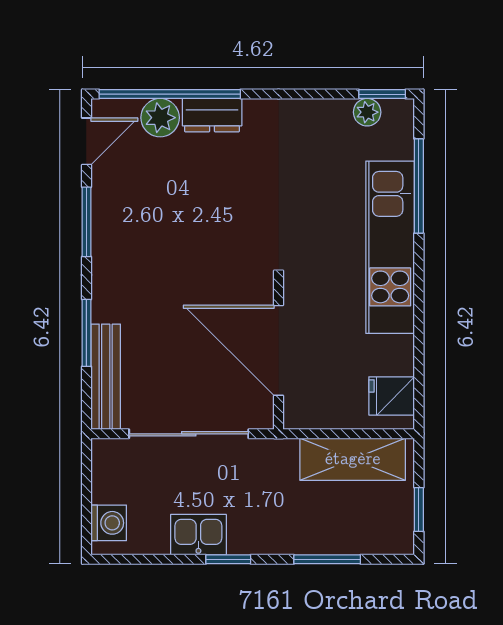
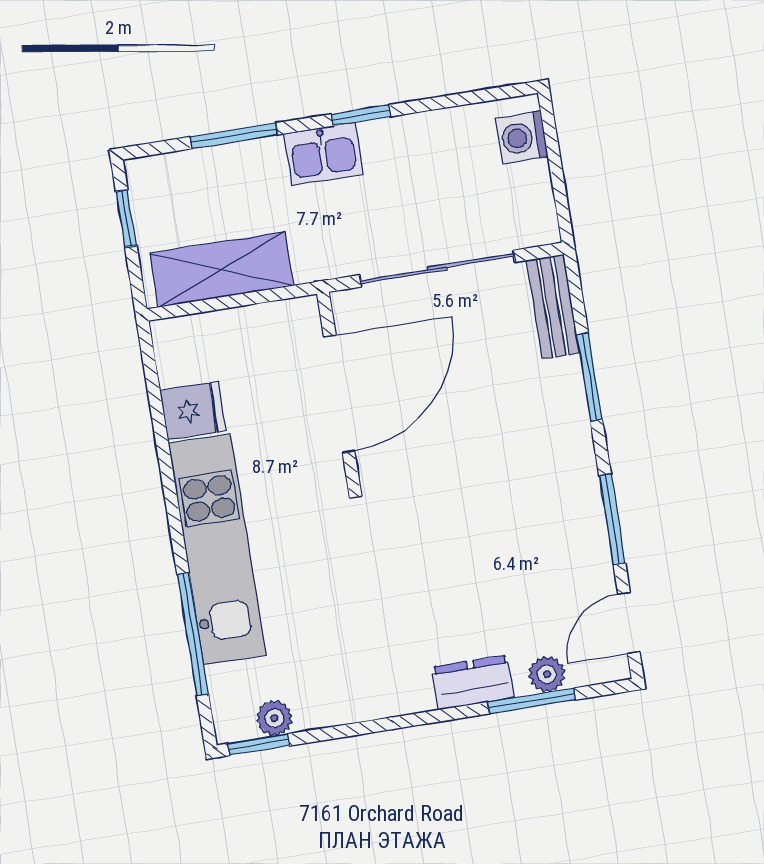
window: (170, 94) -> (532, 701), width x0.47
plant: (160, 118) -> (547, 674), width x0.73, depth x0.73
door: (279, 350) -> (339, 394), hinge flipped
bench: (106, 377) -> (553, 307), width x0.73
fridge: (392, 396) -> (193, 411), moved
kitchen sink: (198, 535) -> (323, 154), moved

